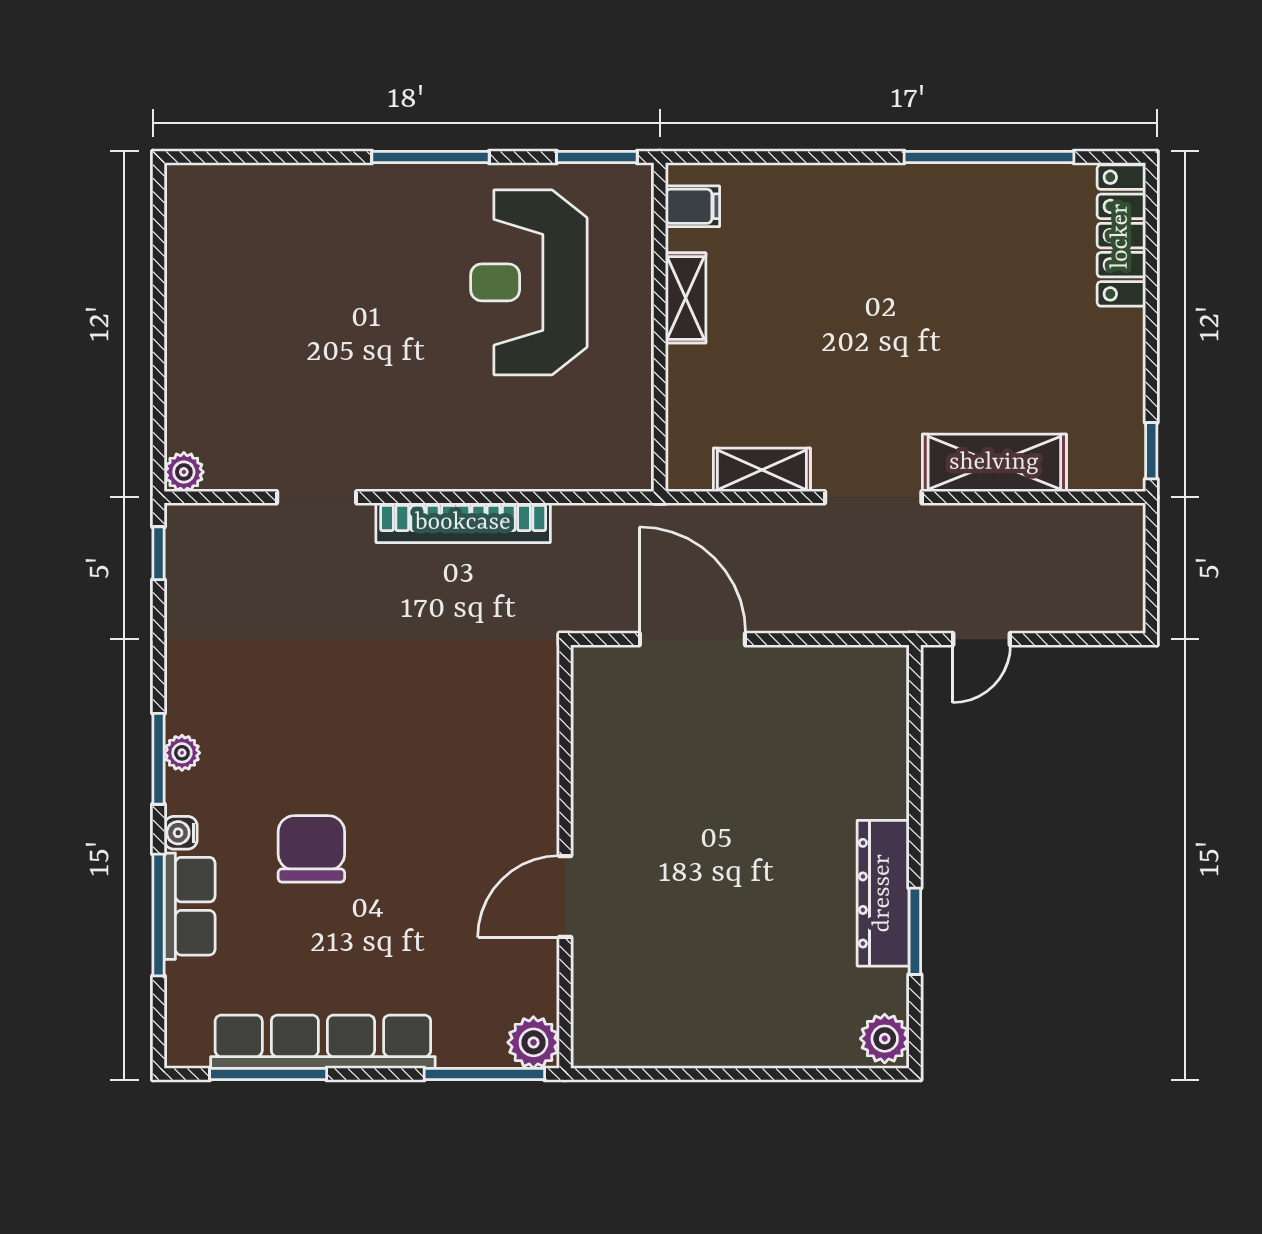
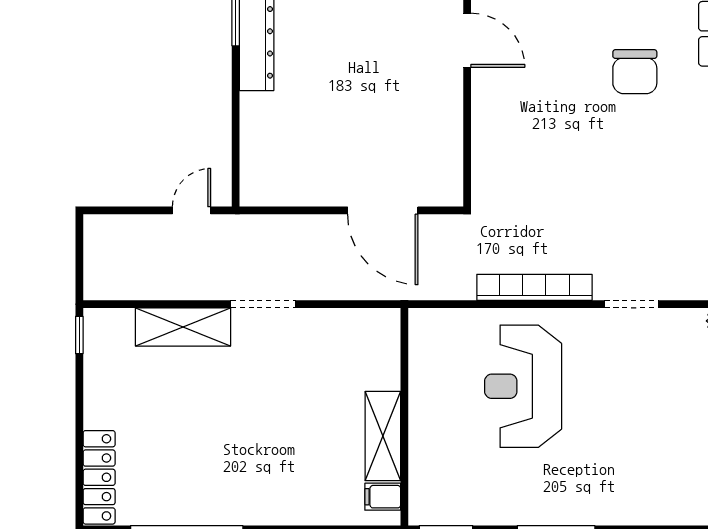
reception desk: (529, 282) -> (523, 386), moved, turned 180
shelving: (686, 298) -> (383, 436), width x1.50, depth x1.33
shelving: (762, 470) -> (337, 322), removed
door: (565, 896) -> (467, 40), hinge flipped

